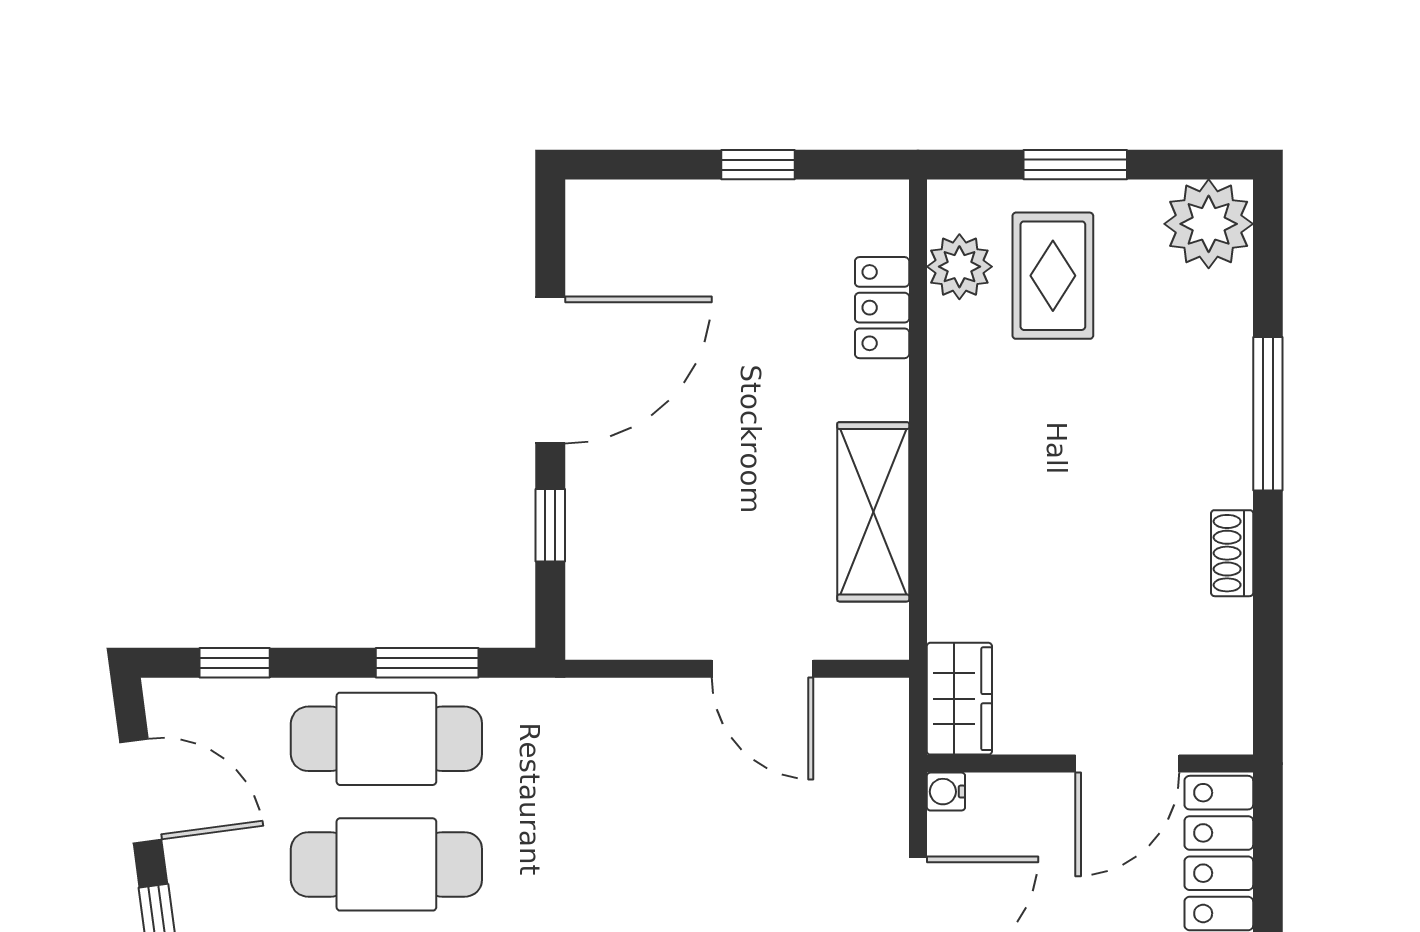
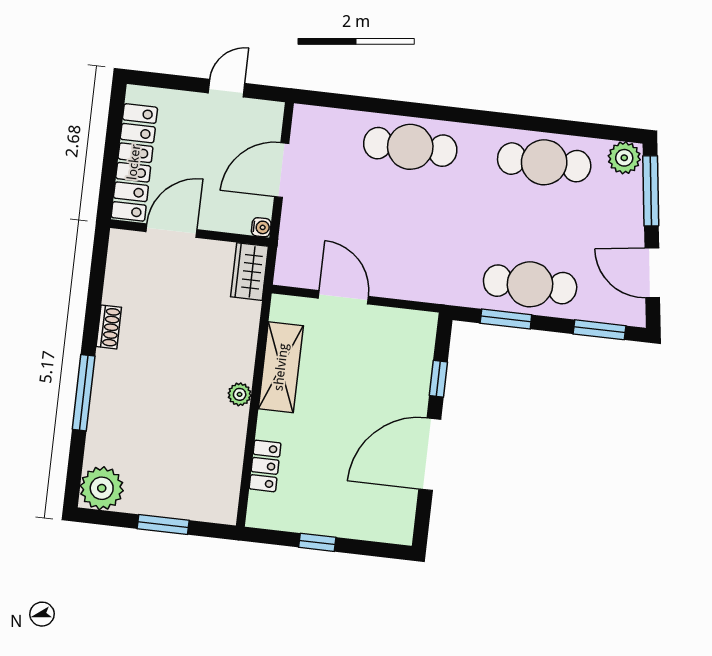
plant: (959, 267) -> (240, 394), moved, width x0.73, depth x0.73
rug: (1053, 276) -> (180, 472), removed
window: (235, 663) -> (599, 330), width x1.50
cafe table: (386, 864) -> (537, 223), removed

